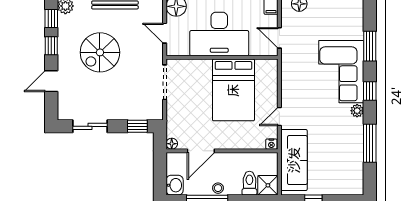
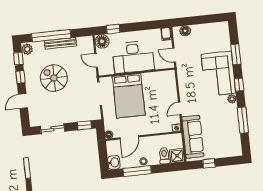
spiral stairs: (100, 52) -> (54, 78), turned 90
bed: (233, 90) -> (129, 96), moved

